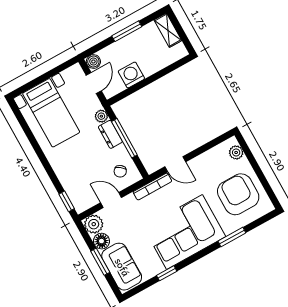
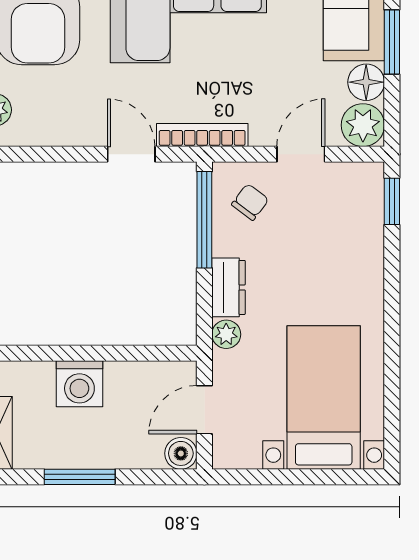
washing machine: (131, 75) -> (79, 384), moved
window: (124, 138) -> (204, 220), moved
door: (111, 200) -> (301, 154), swing flipped

